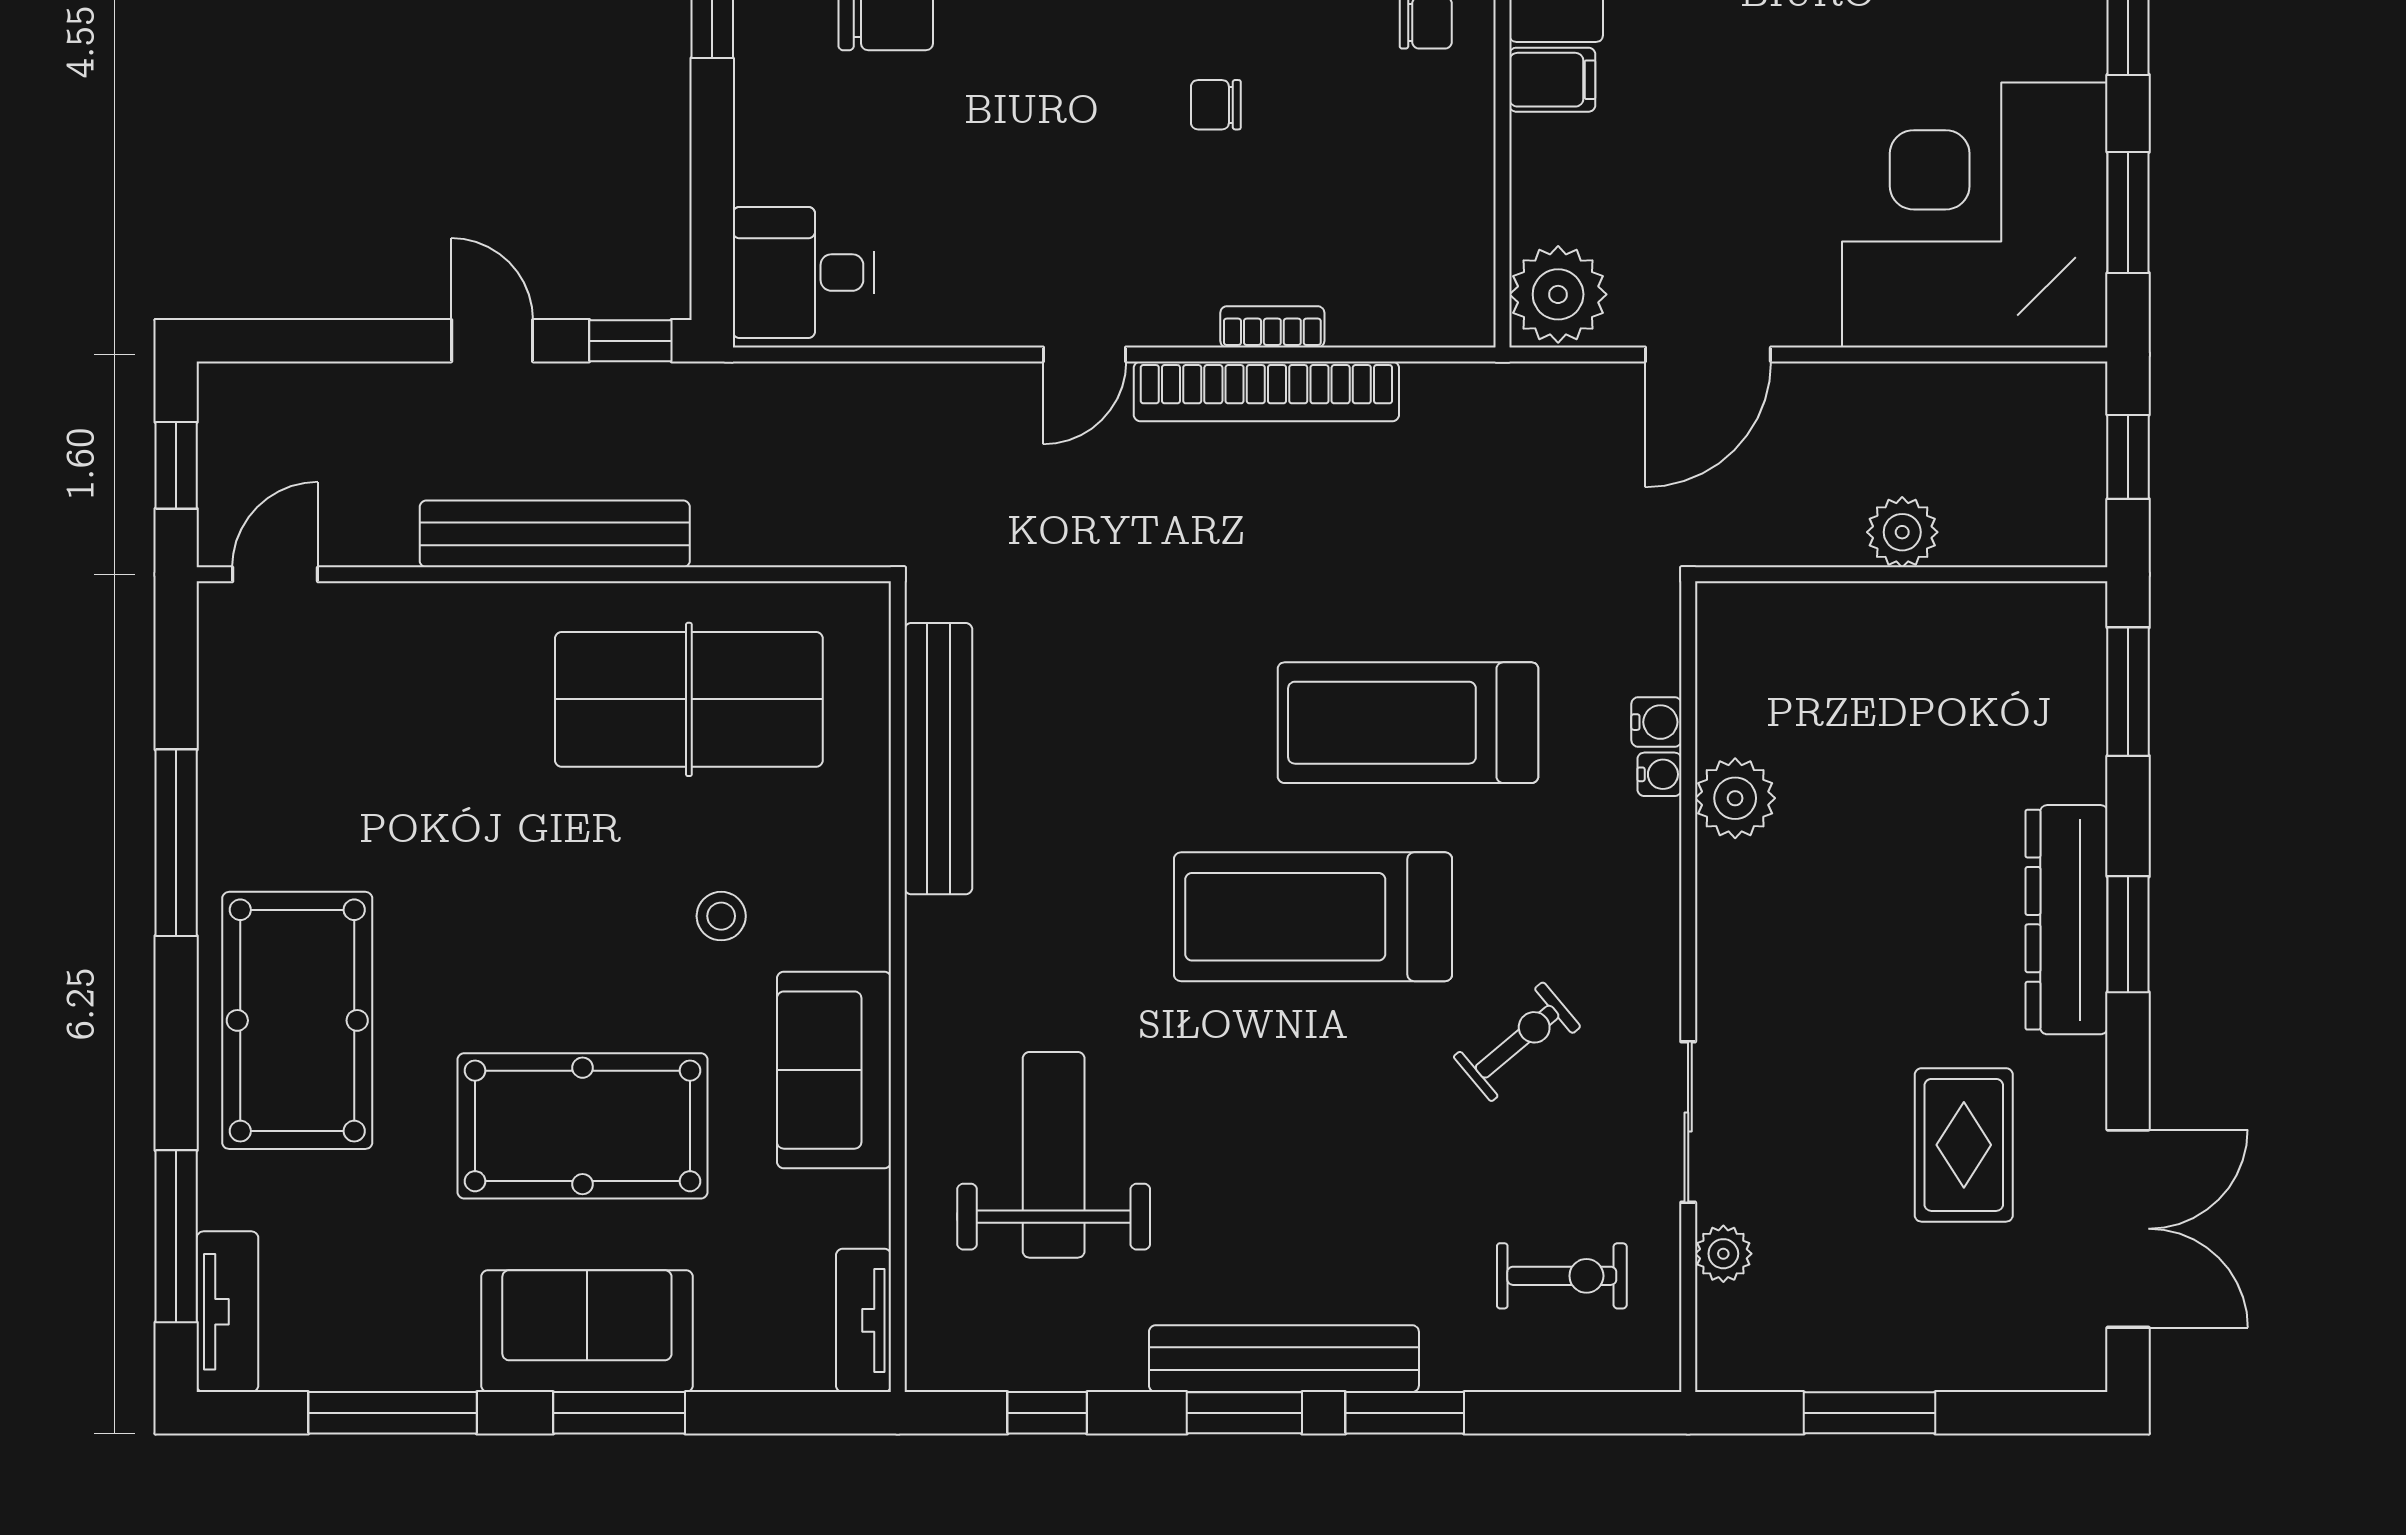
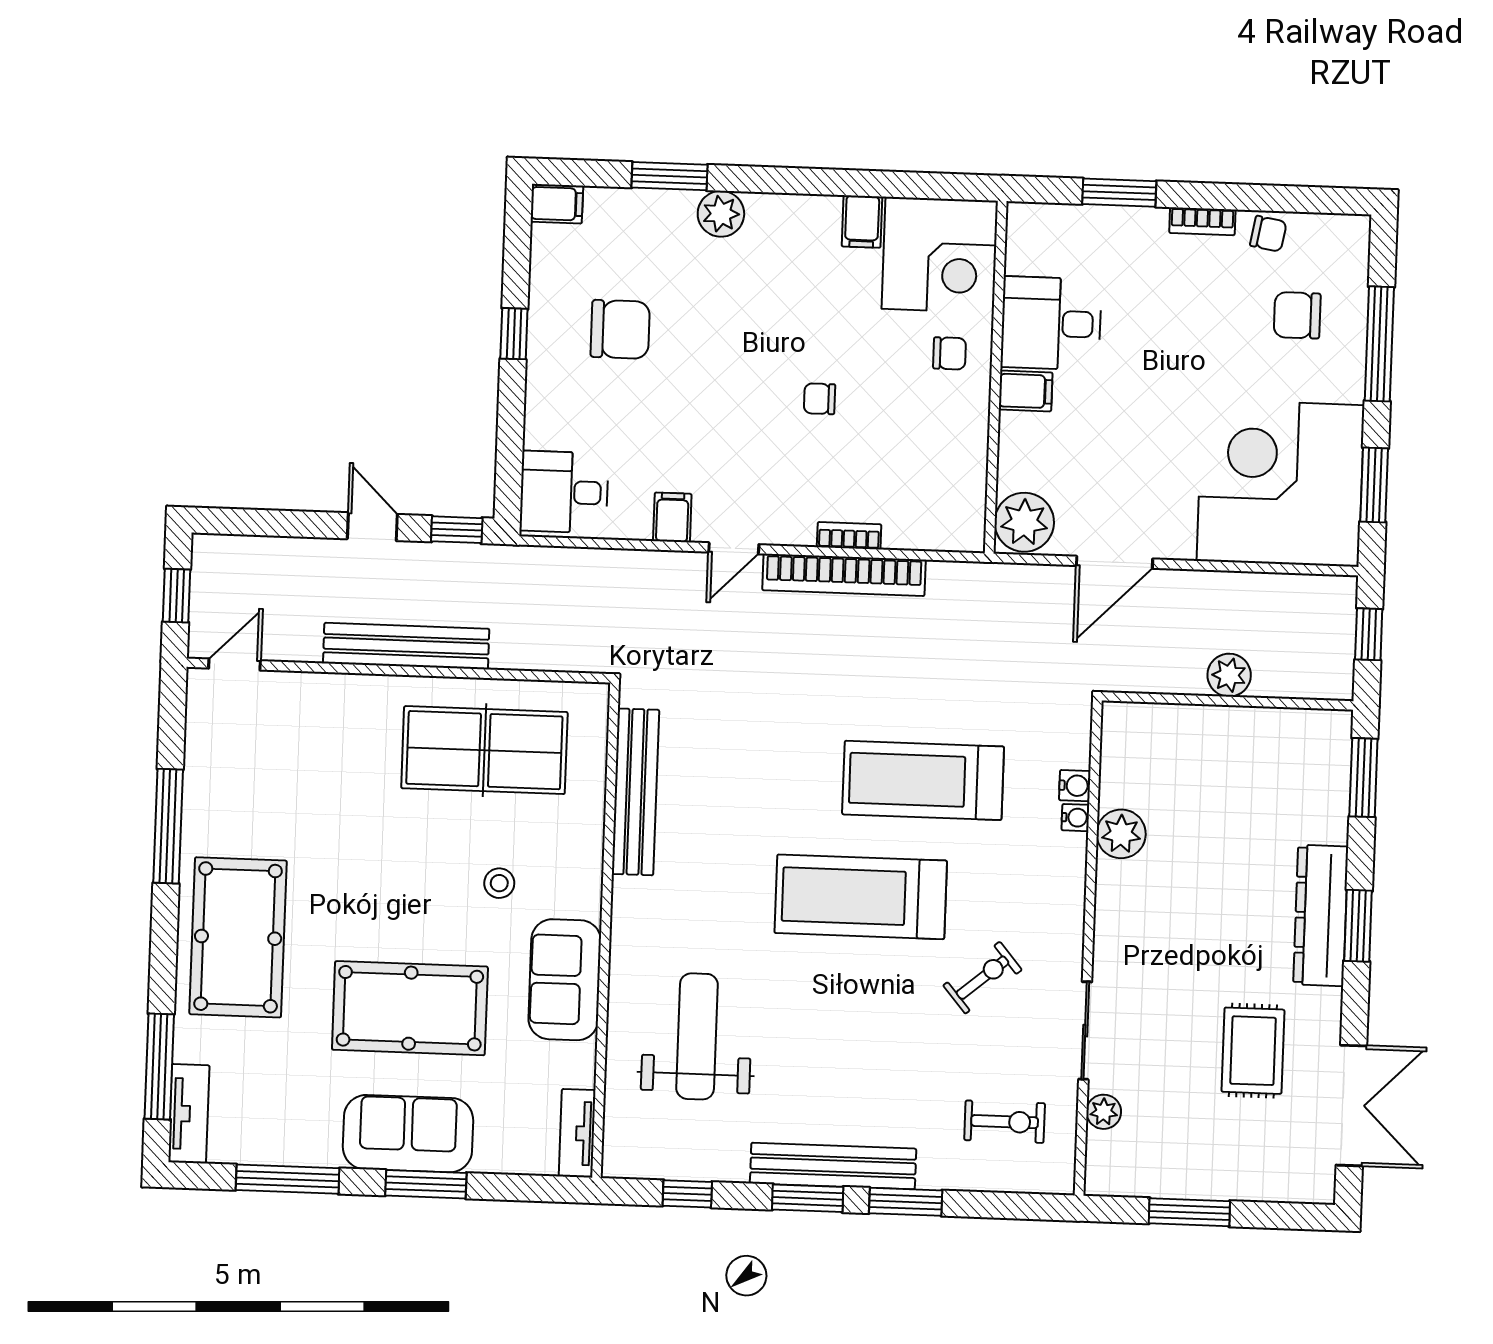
filing cabinet: (982, 308) -> (672, 517), added

